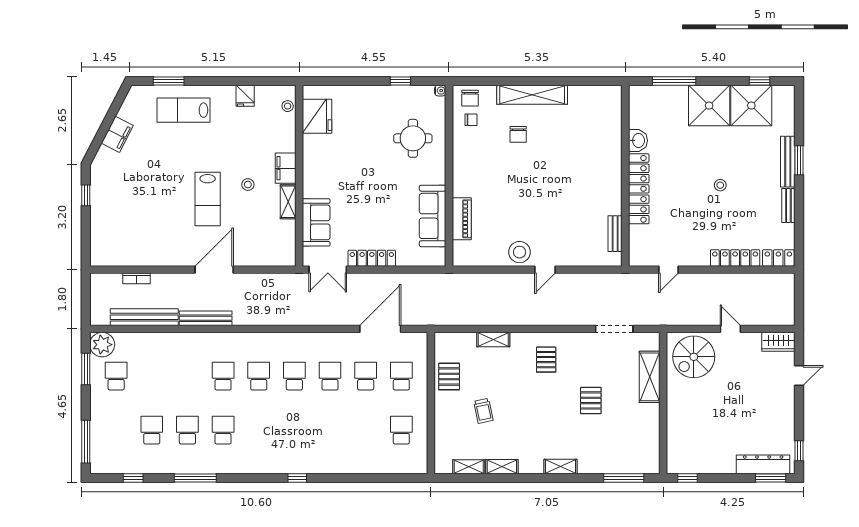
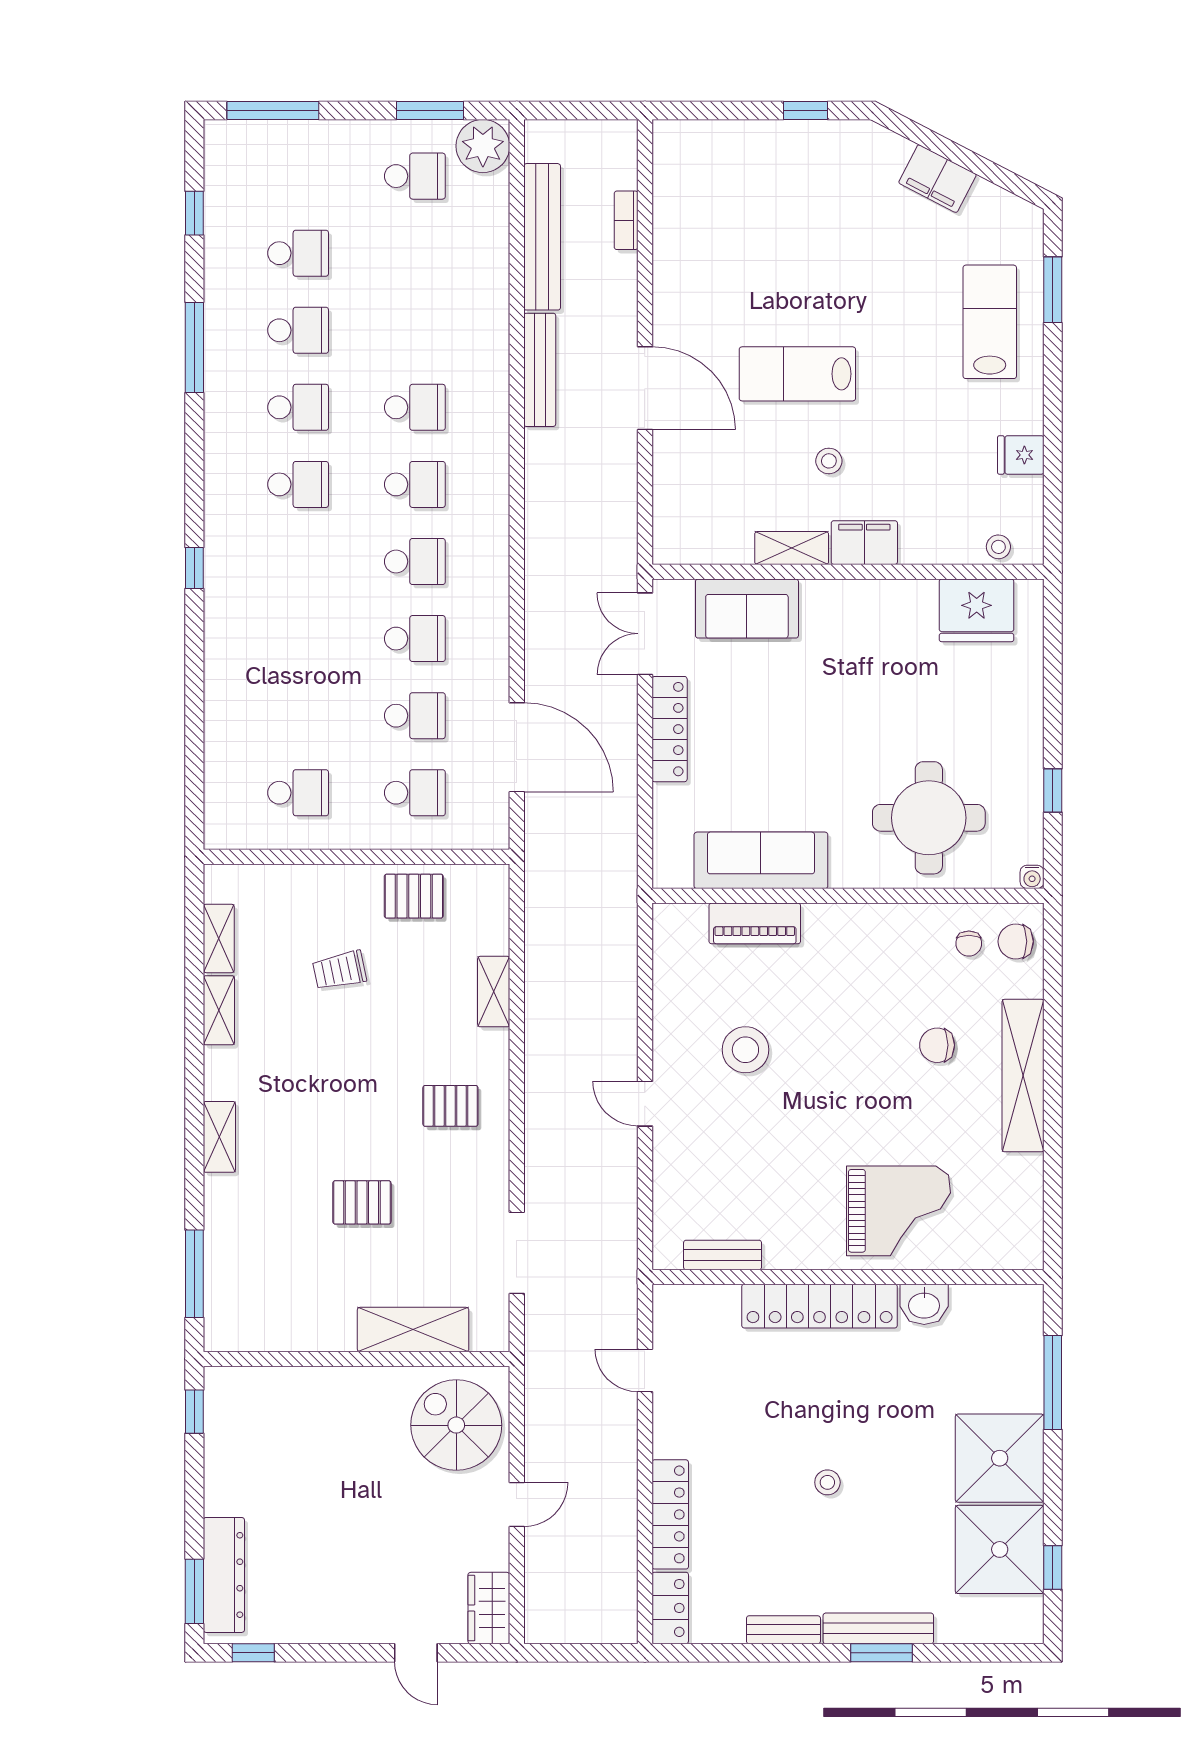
round table: (413, 138) -> (929, 818), width x1.36, depth x1.36
grand piano: (595, 152) -> (898, 1211), added
stool: (520, 252) -> (745, 1050), moved
school desk: (259, 430) -> (298, 484), added

